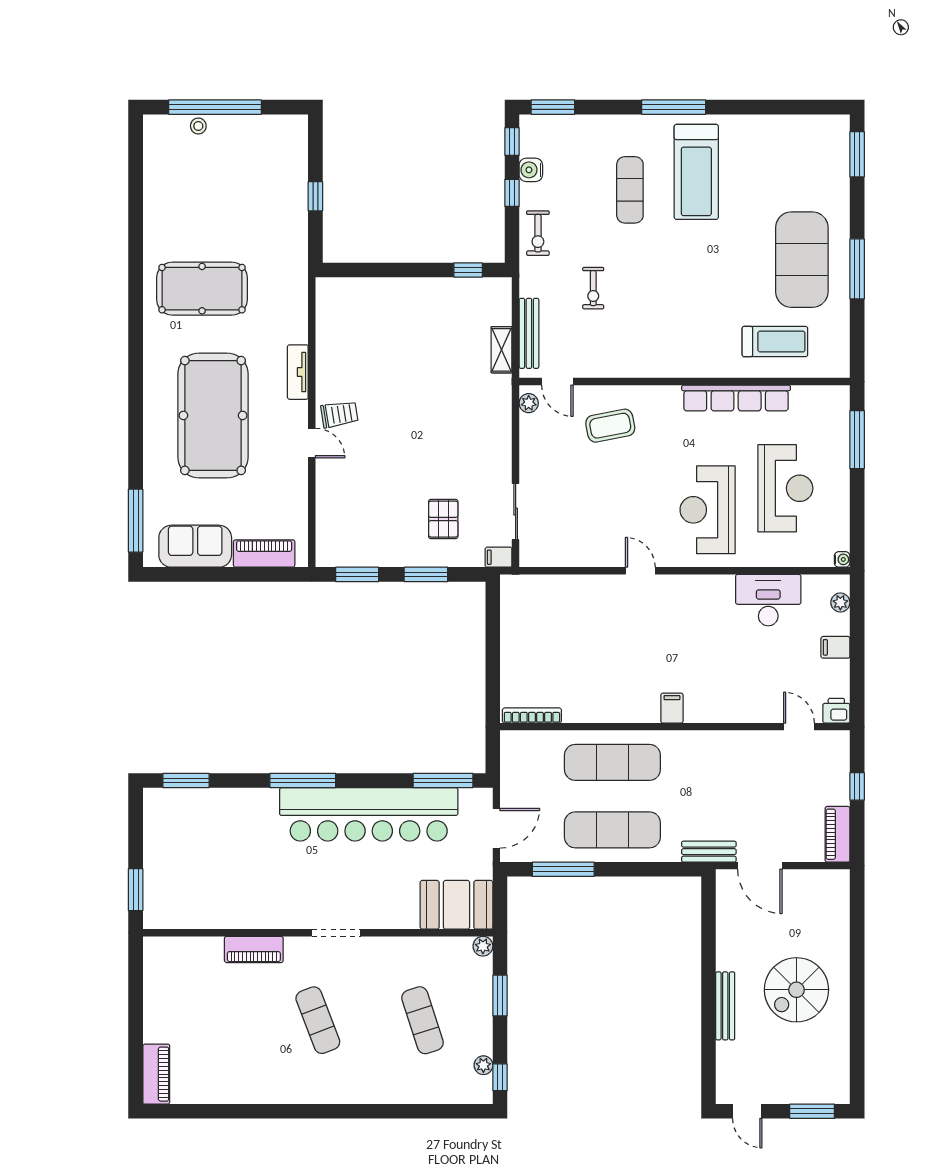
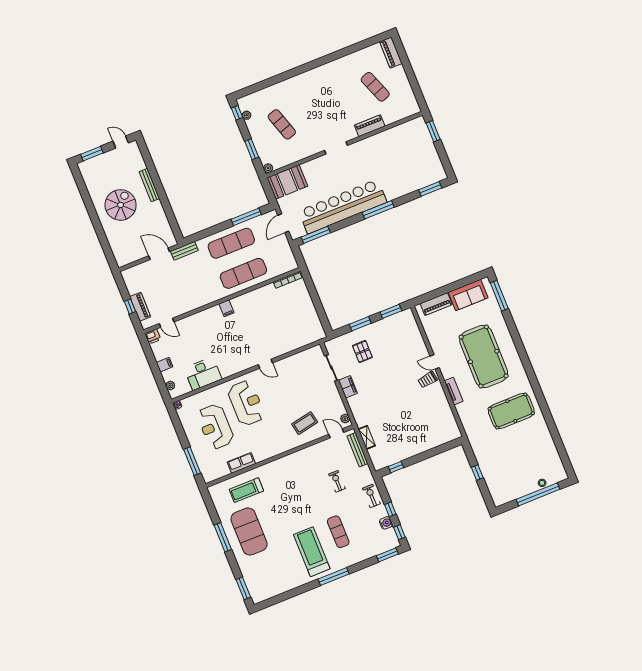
row of seats: (736, 398) -> (241, 463), width x0.50
filing cabinet: (499, 557) -> (348, 387), moved, width x2.00
piano: (837, 834) -> (140, 307), moved
exercise mat: (318, 1020) -> (375, 87), moved

